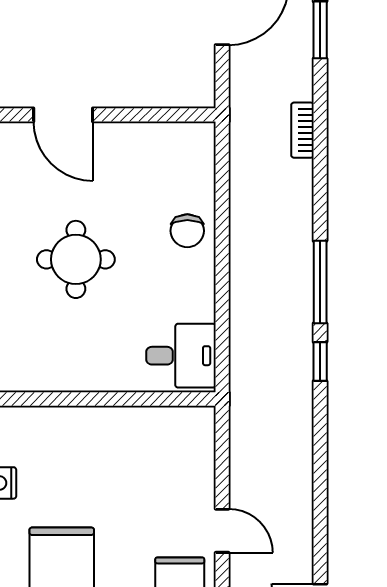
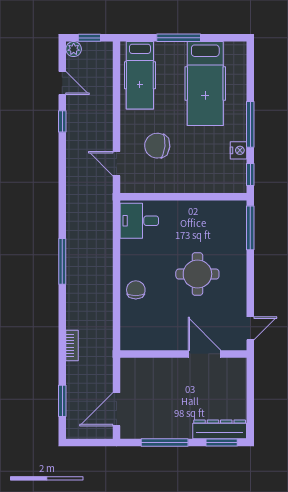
window: (320, 361) -> (62, 121), moved
chair: (149, 491) -> (157, 146), added
door: (222, 531) -> (117, 164), moved

